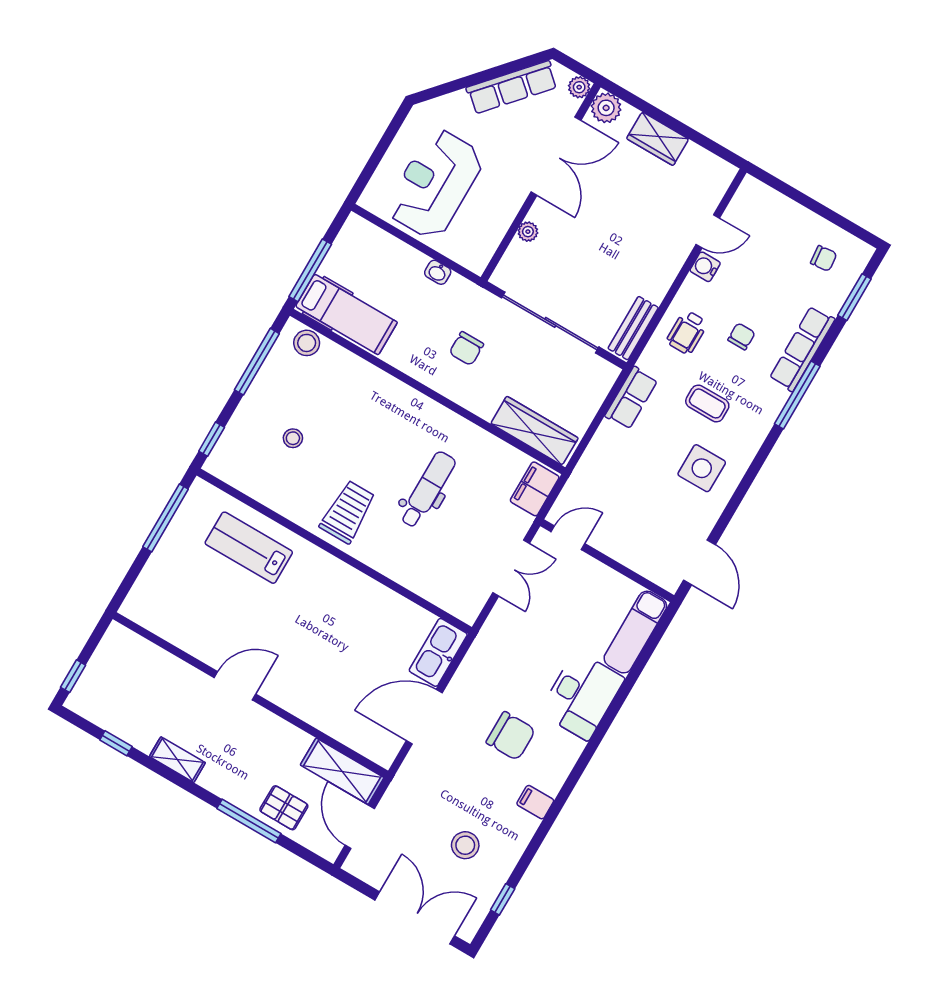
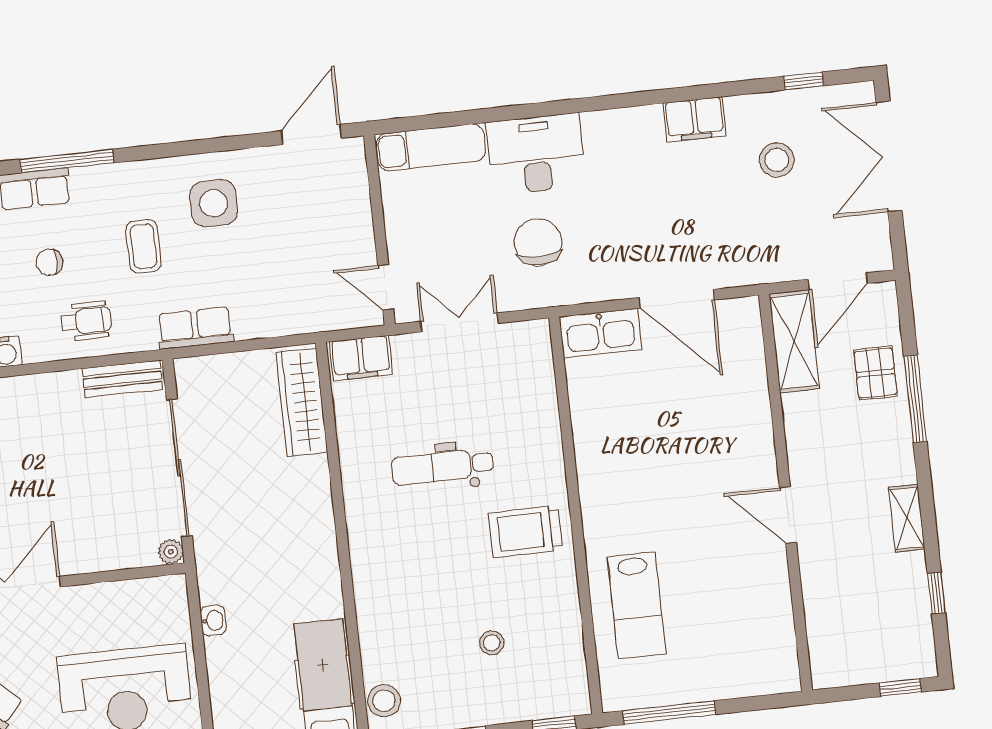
plant: (528, 232) -> (171, 552), moved
chair: (466, 349) -> (269, 534), removed
chair: (511, 736) -> (538, 242), moved
filing cabinet: (535, 802) -> (695, 119), width x2.00

